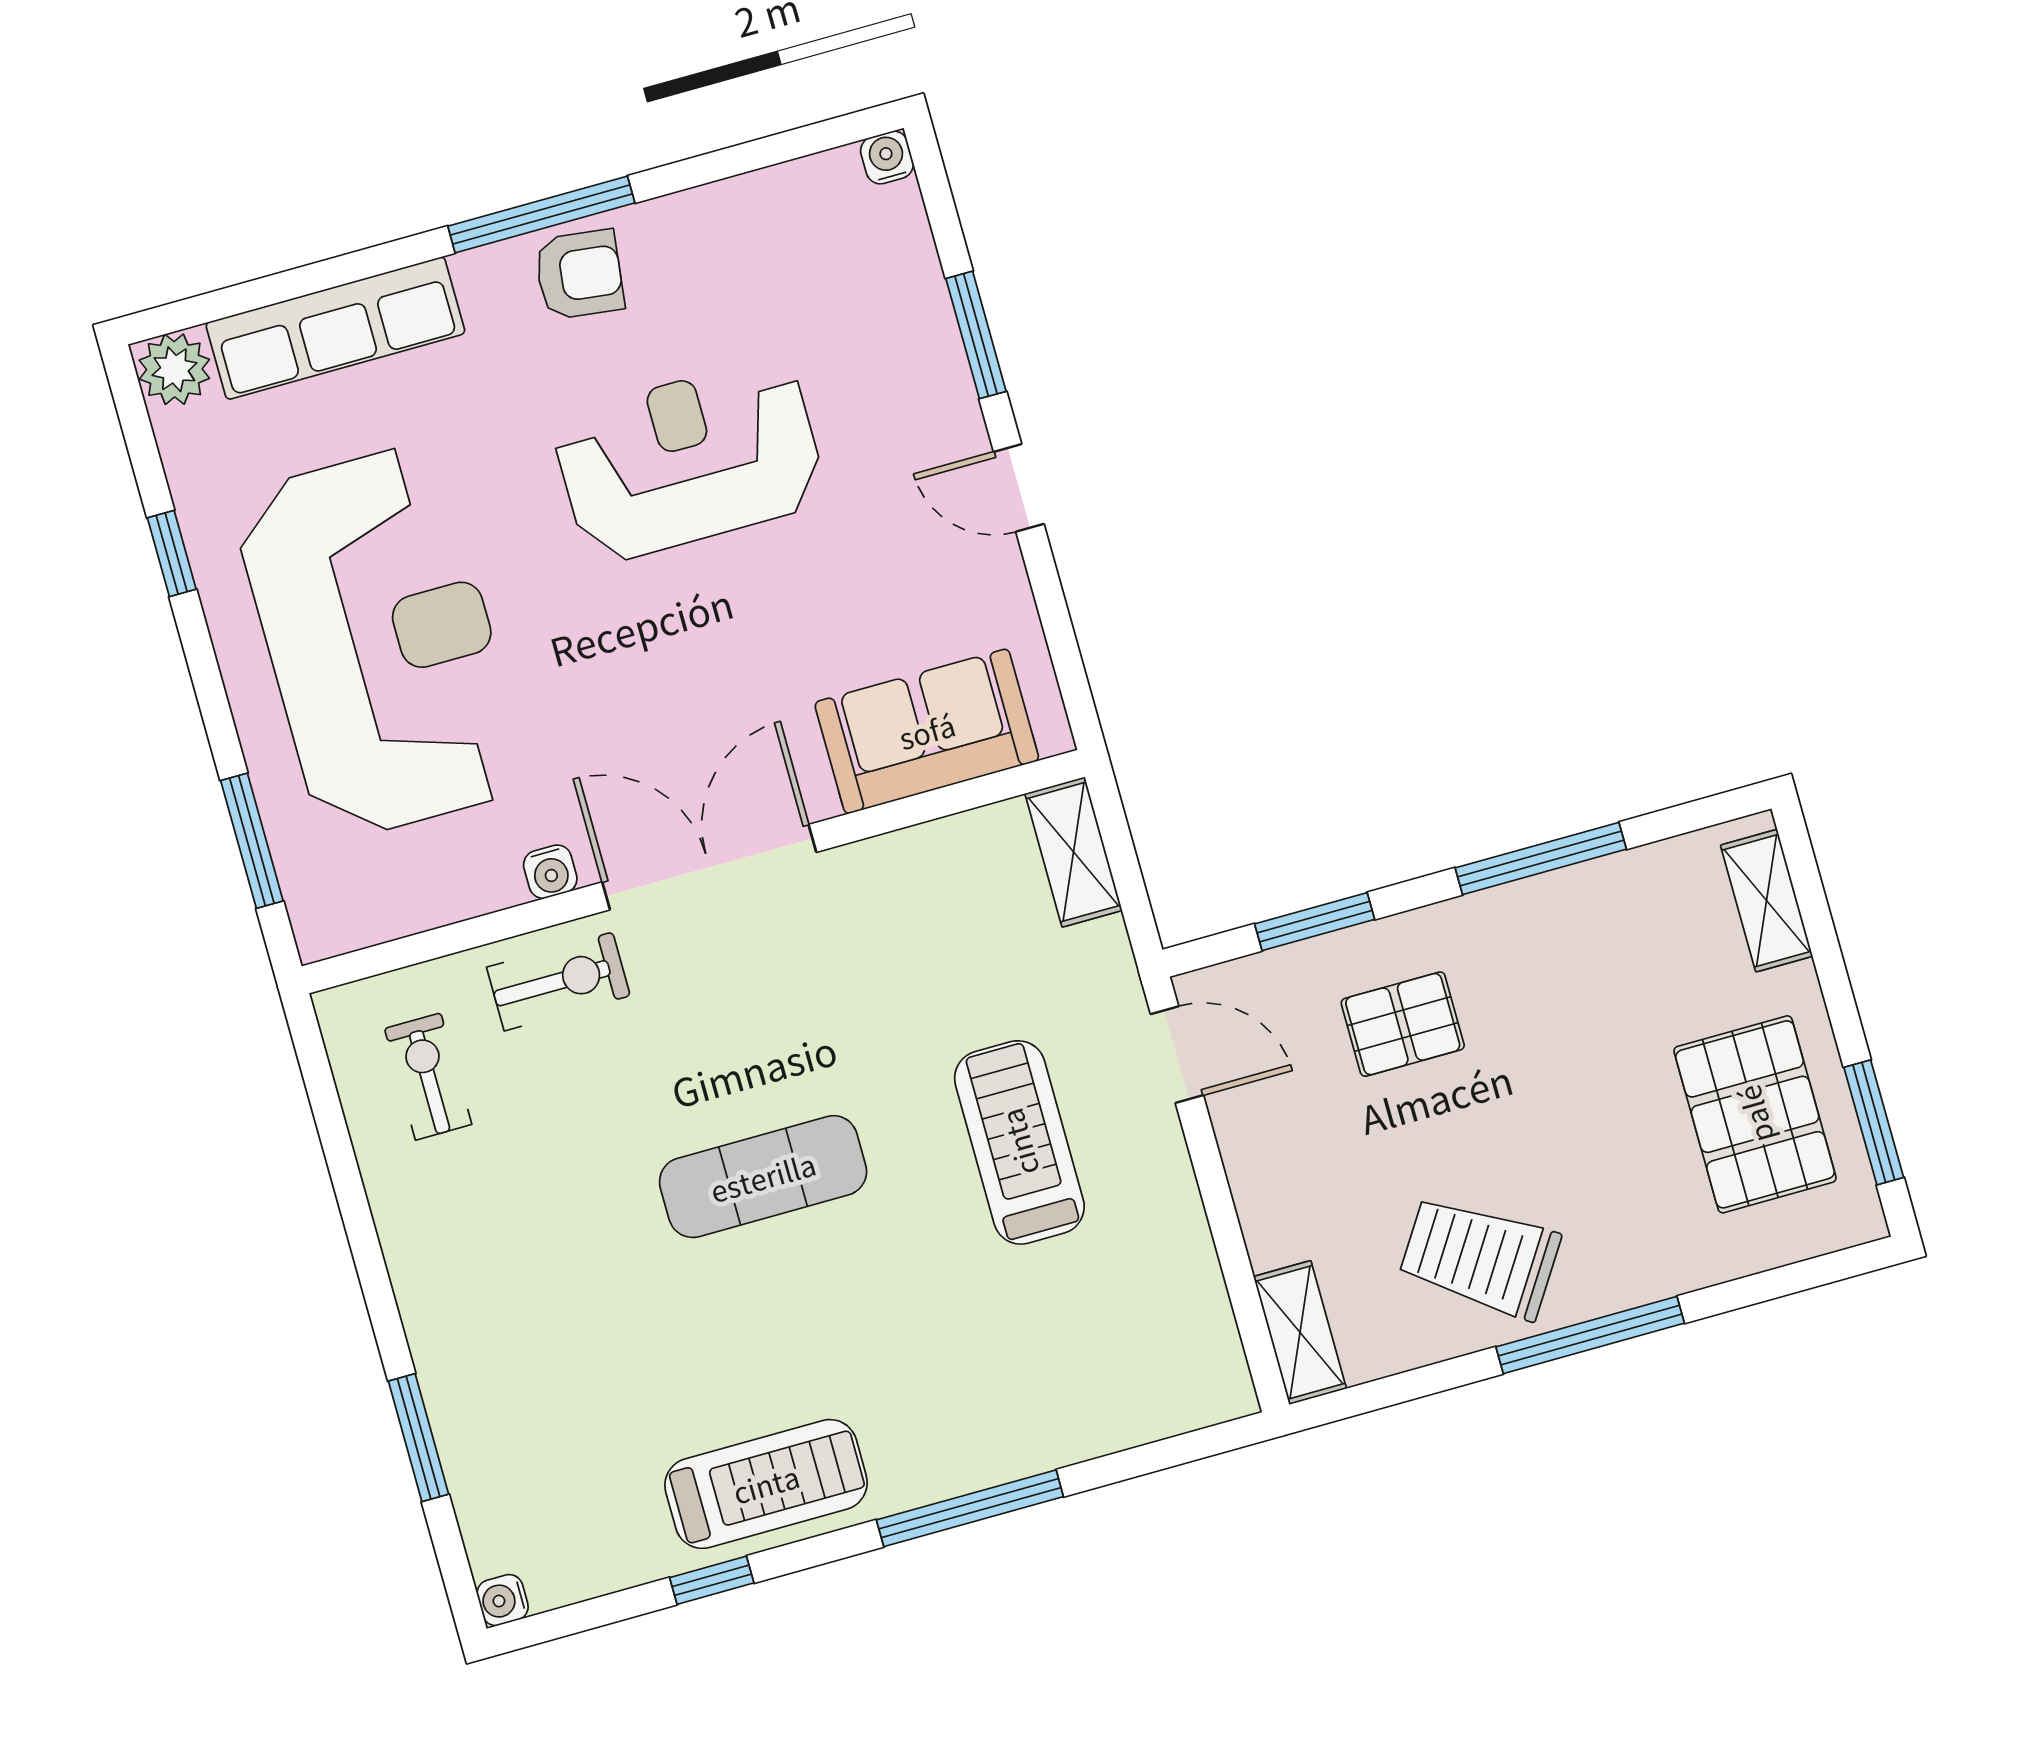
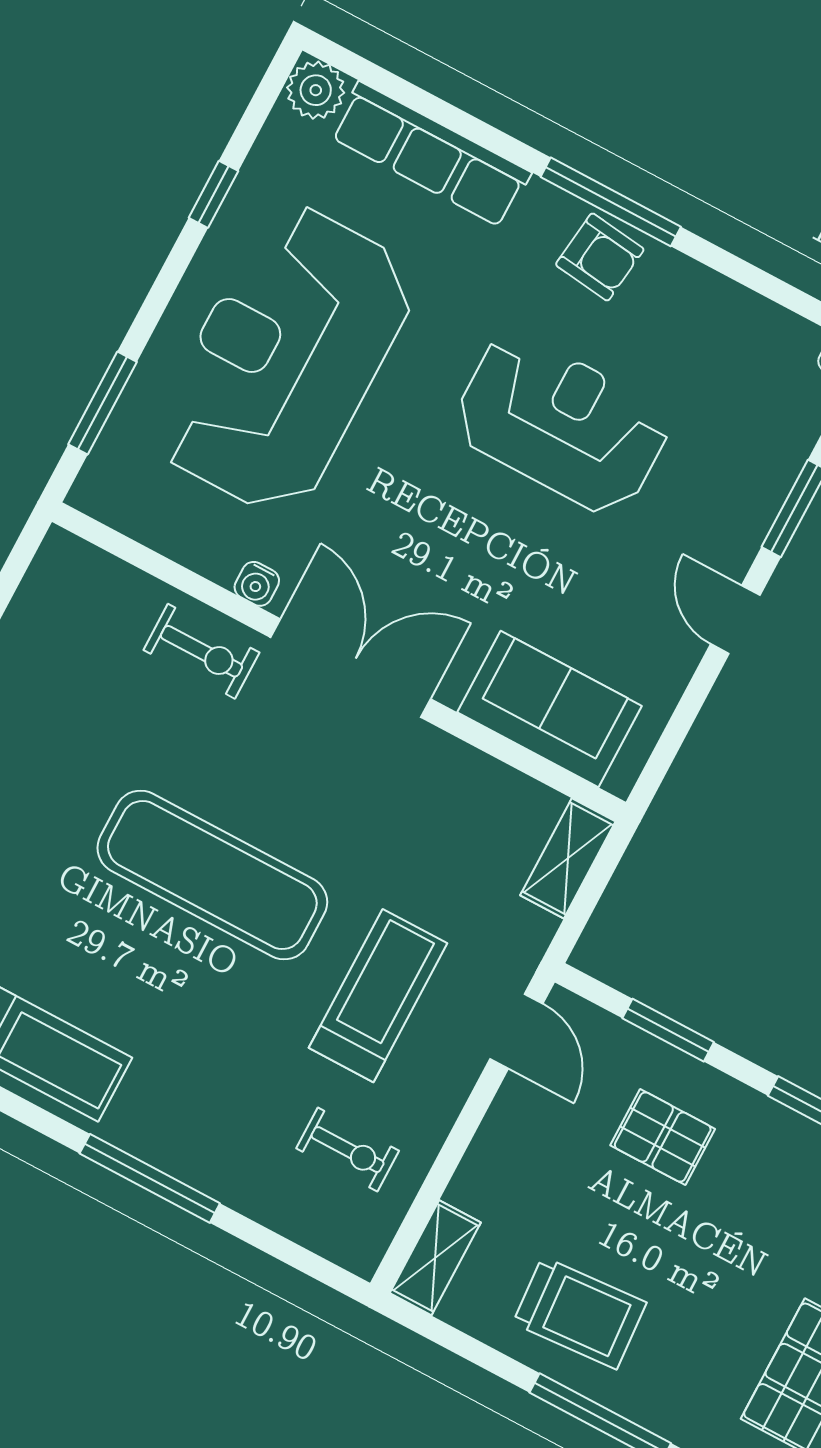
reception desk: (380, 642) -> (285, 359), turned 180
exercise bike: (428, 1076) -> (348, 1150), moved, turned 90
exercise mat: (763, 1177) -> (212, 875), width x1.36, depth x1.45
trolley: (1480, 1257) -> (580, 1313), turned 143

